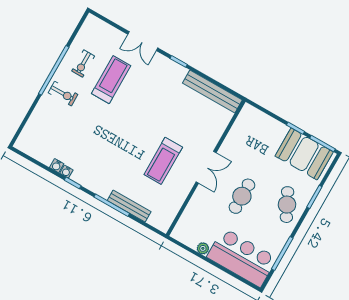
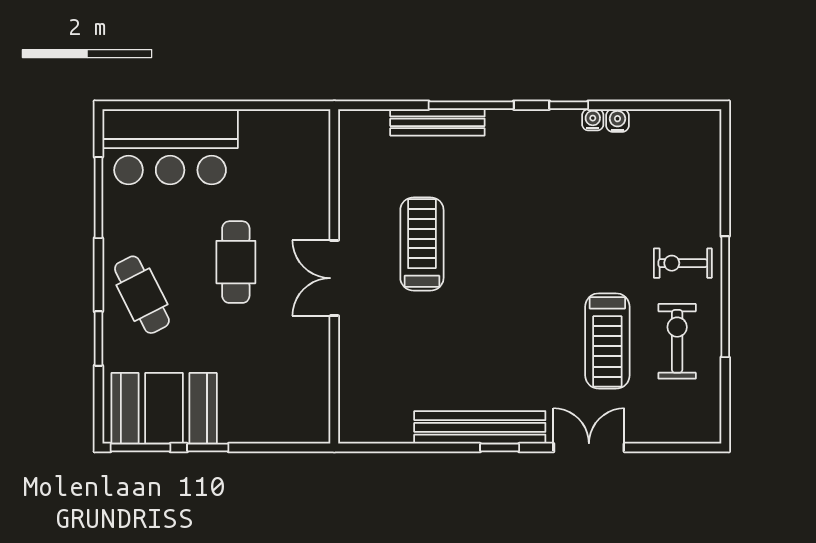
exercise bike: (83, 64) -> (677, 341), width x1.38, depth x1.39
bench: (212, 92) -> (480, 427), moved
plant: (203, 248) -> (253, 122), removed

